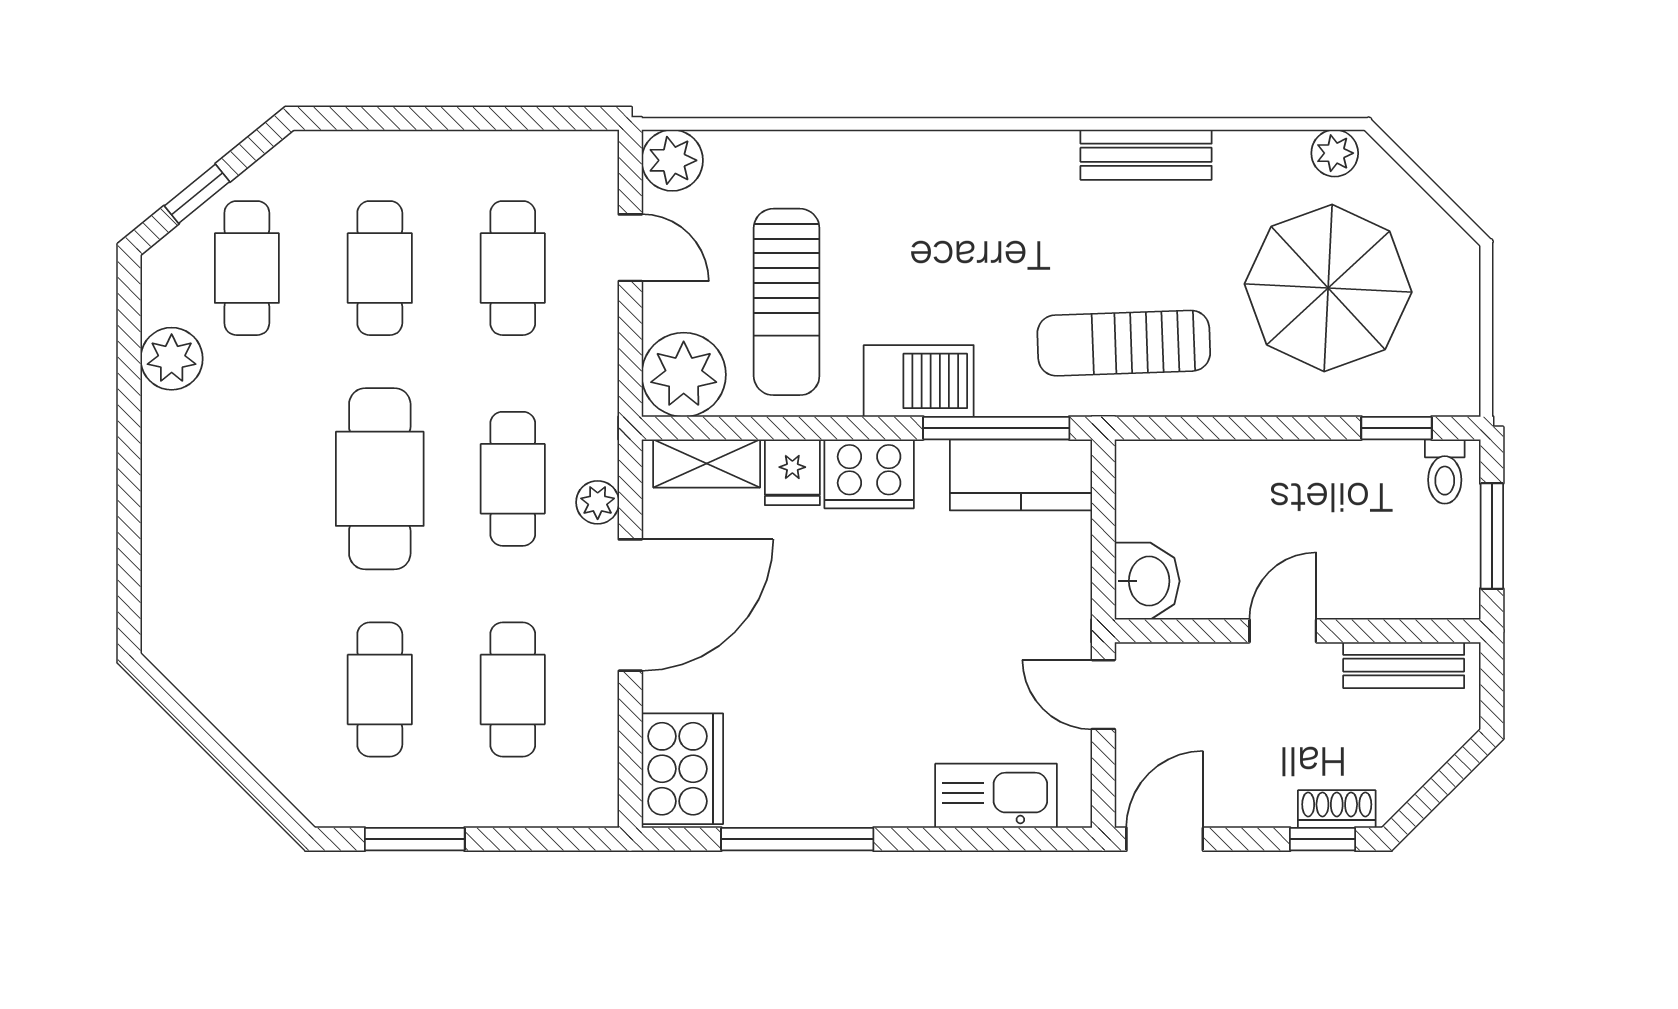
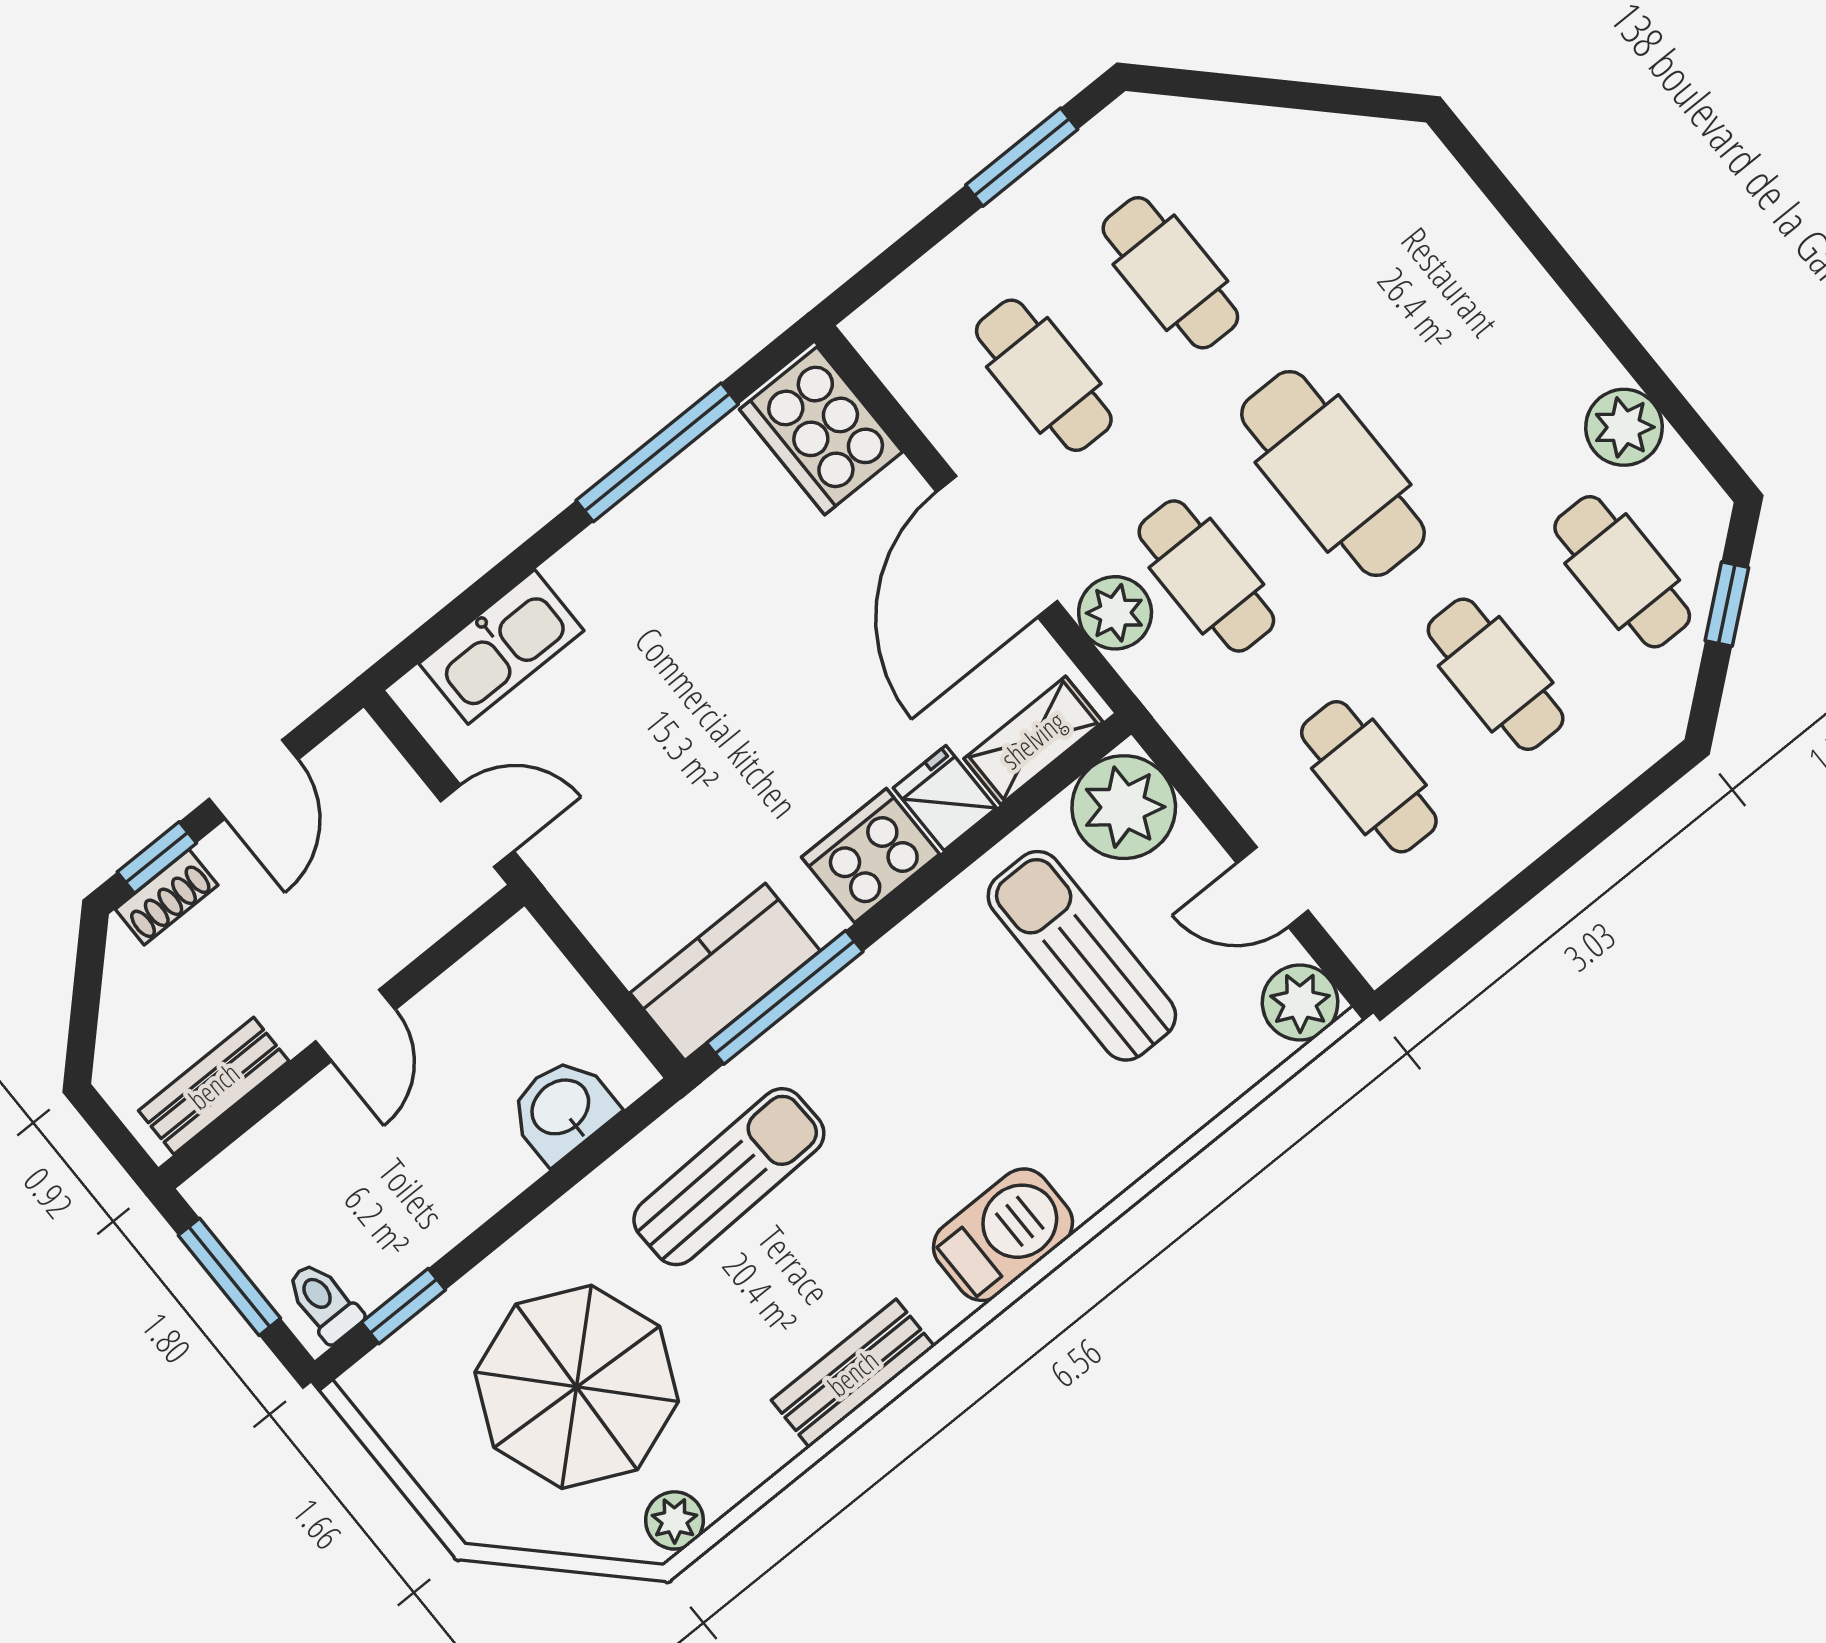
barbecue: (919, 381) -> (1003, 1235), moved, turned 180
plant: (598, 502) -> (1115, 613), width x1.38, depth x1.38
washbasin: (1147, 581) -> (562, 1109), moved, turned 90
door: (1165, 839) -> (254, 779), moved

